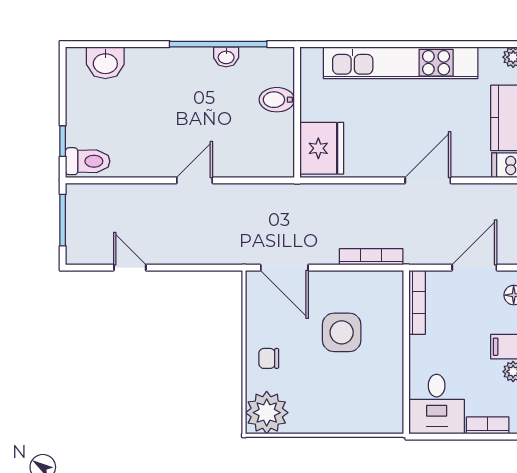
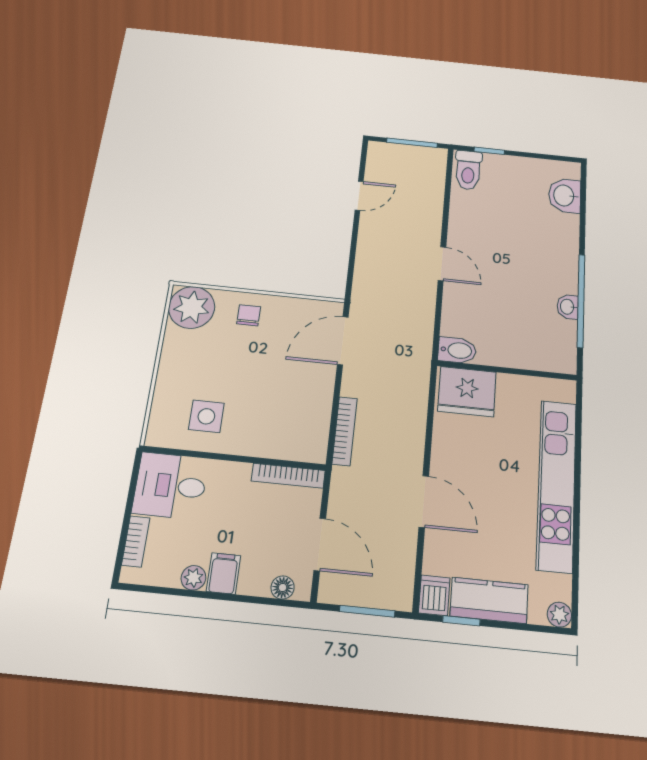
bidet: (277, 100) -> (457, 350), moved, turned 90
side table: (342, 332) -> (206, 416), moved, width x0.73, depth x0.73

